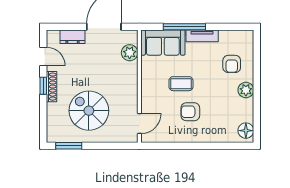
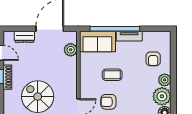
window: (184, 27) -> (115, 29), width x1.46
plant: (242, 110) -> (162, 96), added
armchair: (190, 112) -> (108, 102), moved

